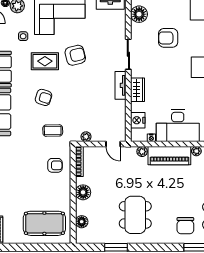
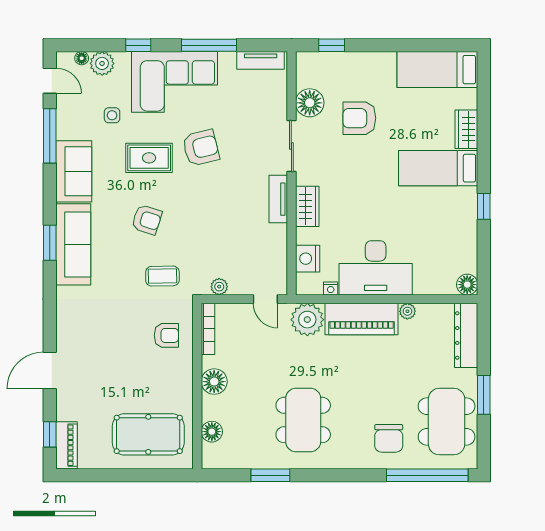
floor lamp: (139, 14) -> (310, 103), moved
plant: (142, 152) -> (307, 320), width x1.88, depth x1.88

